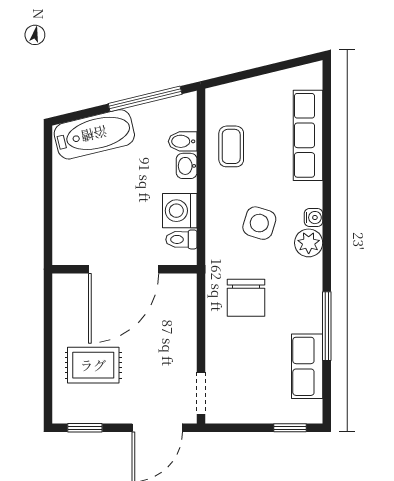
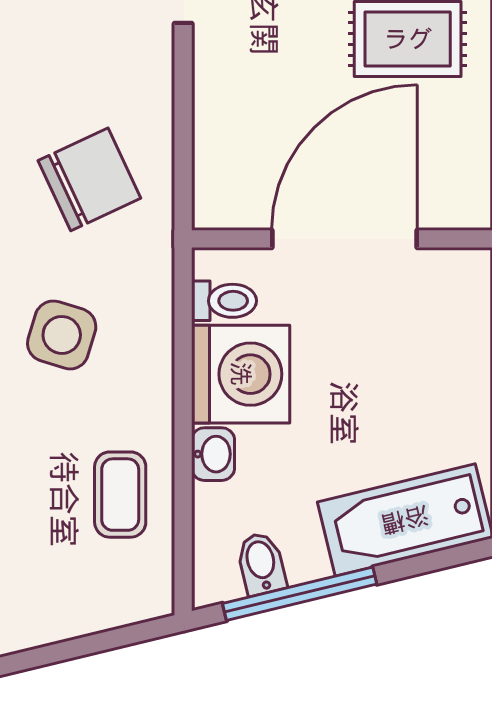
bidet: (183, 141) -> (261, 564), moved, turned -104
washing machine: (180, 211) -> (241, 374), width x1.37, depth x1.37
chair: (246, 298) -> (89, 179), turned 65

